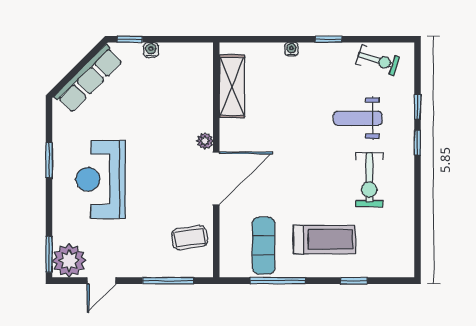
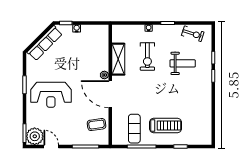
shelving: (232, 86) -> (118, 59), moved
weight bench: (358, 118) -> (183, 63), turned 180
door: (216, 178) -> (110, 94), swing flipped
reception desk: (101, 179) -> (51, 95), turned -90
exercise bike: (369, 180) -> (147, 56), moved
door: (101, 281) -> (51, 147), swing flipped

